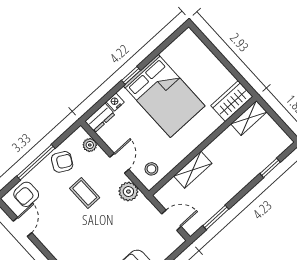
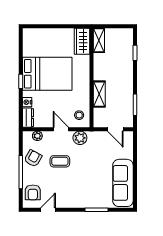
door: (171, 220) -> (115, 129), swing flipped
door: (22, 227) -> (48, 210), hinge flipped

